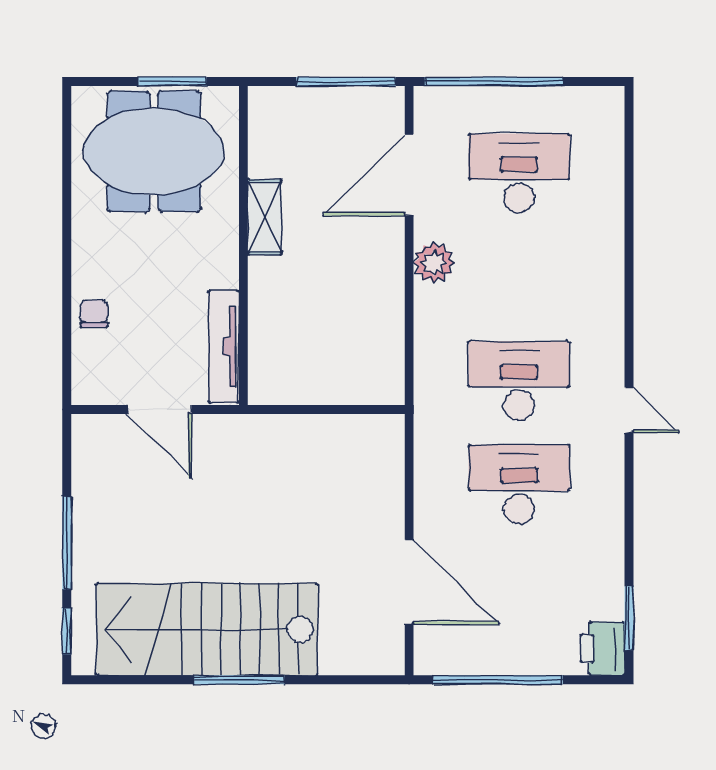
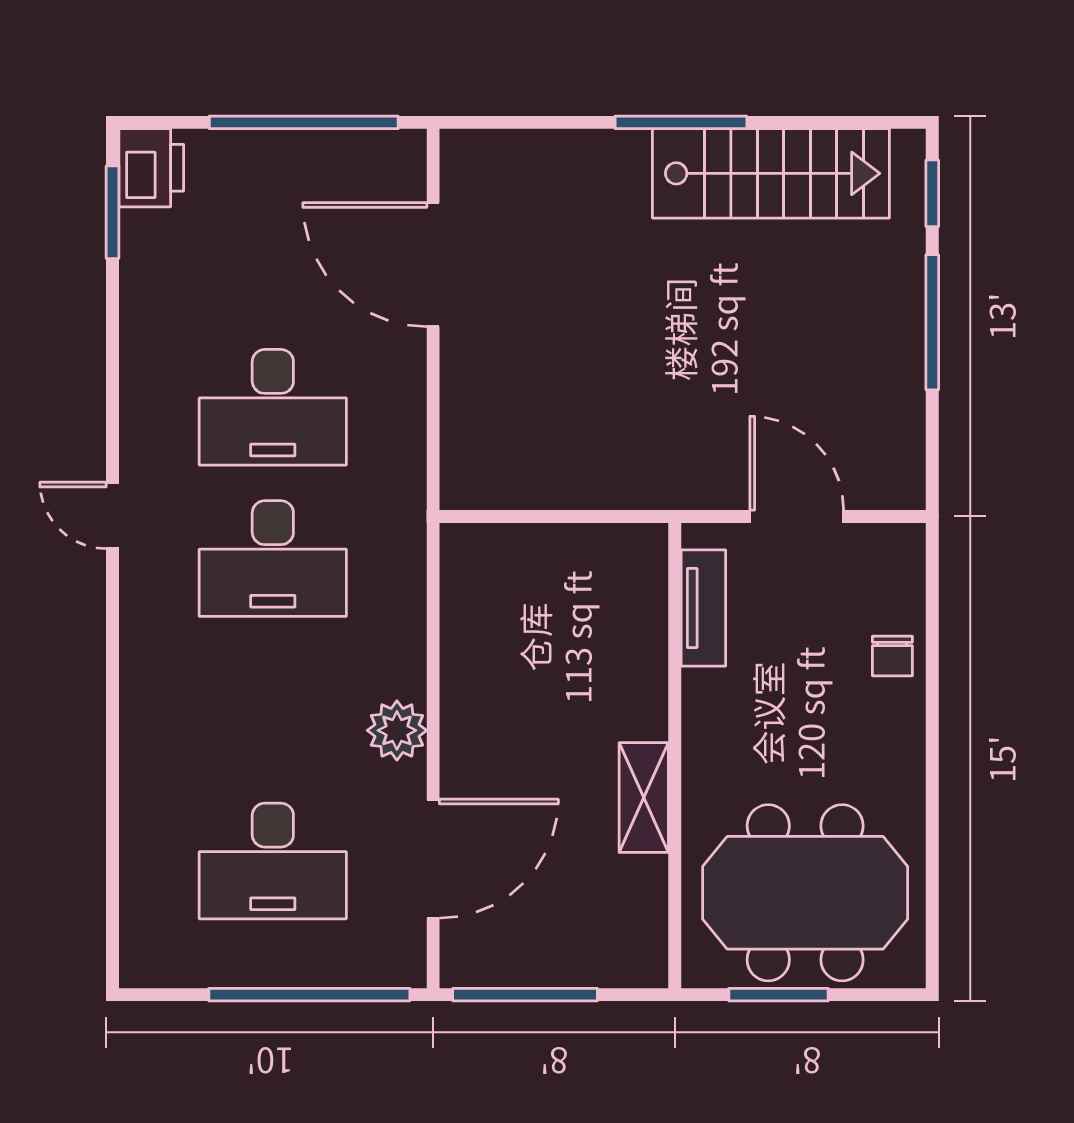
tv unit: (224, 347) -> (703, 608), width x0.71
stairs: (207, 629) -> (771, 173), width x0.73, depth x0.66

